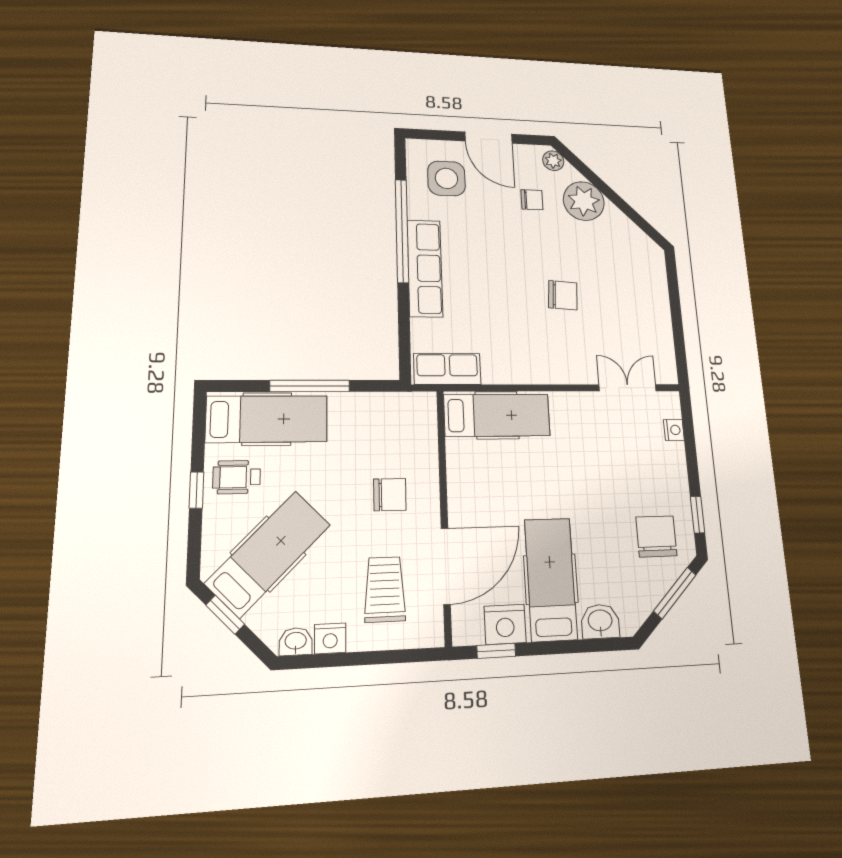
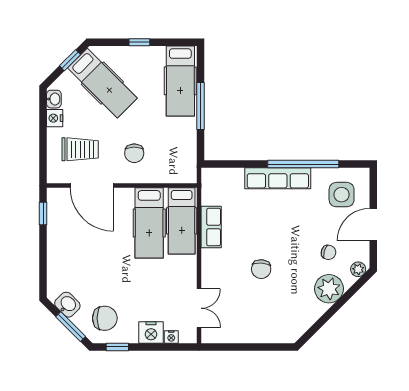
chair: (532, 200) -> (328, 252), turned -74
row of seats: (447, 369) -> (211, 227), moved
wheelchair: (237, 477) -> (146, 64), removed
hospital bed: (551, 579) -> (149, 223), moved, turned 90
washbasin: (600, 621) -> (67, 305), moved, turned -45
nightstand: (505, 624) -> (151, 333), moved, turned -90

